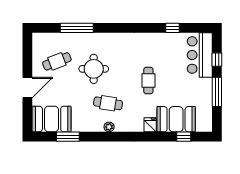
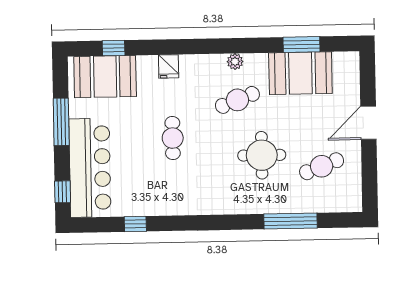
bar counter: (200, 55) -> (90, 168), width x1.36
window: (217, 60) -> (63, 192), moved
cafe table: (108, 103) -> (237, 100), turned -30
booth: (52, 119) -> (300, 73), moved
booth: (176, 119) -> (105, 77), moved

